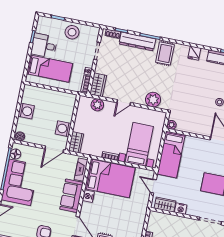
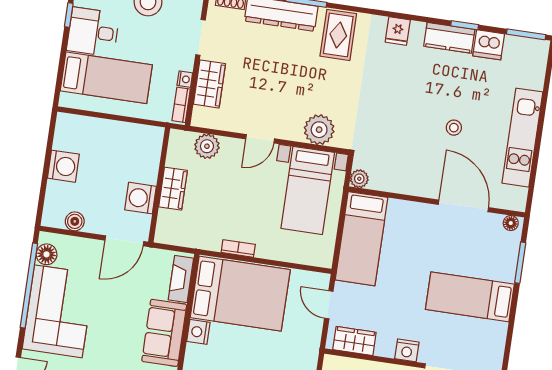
wardrobe: (98, 85) -> (209, 84), moved
boiler: (20, 136) -> (75, 221), moved
wardrobe: (76, 142) -> (173, 189), moved
bed with nightstands: (139, 144) -> (308, 190), moved, turned 180
nightstand: (181, 209) -> (407, 350), moved

